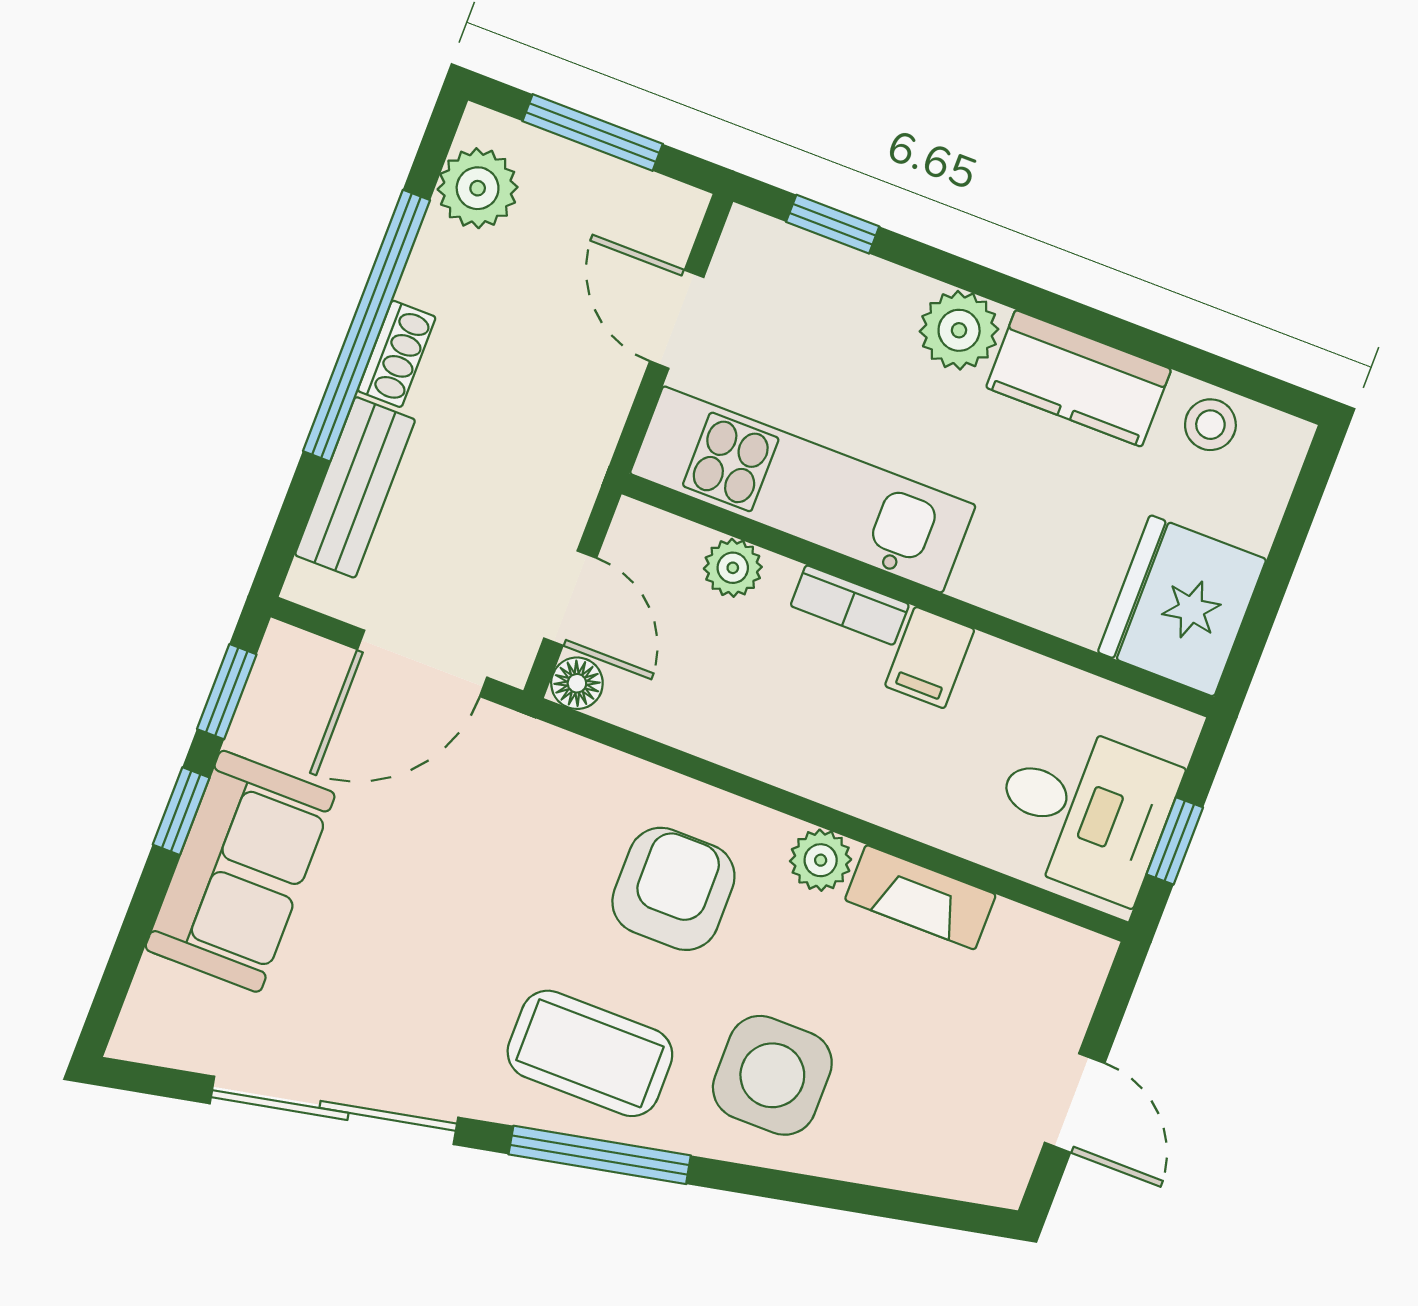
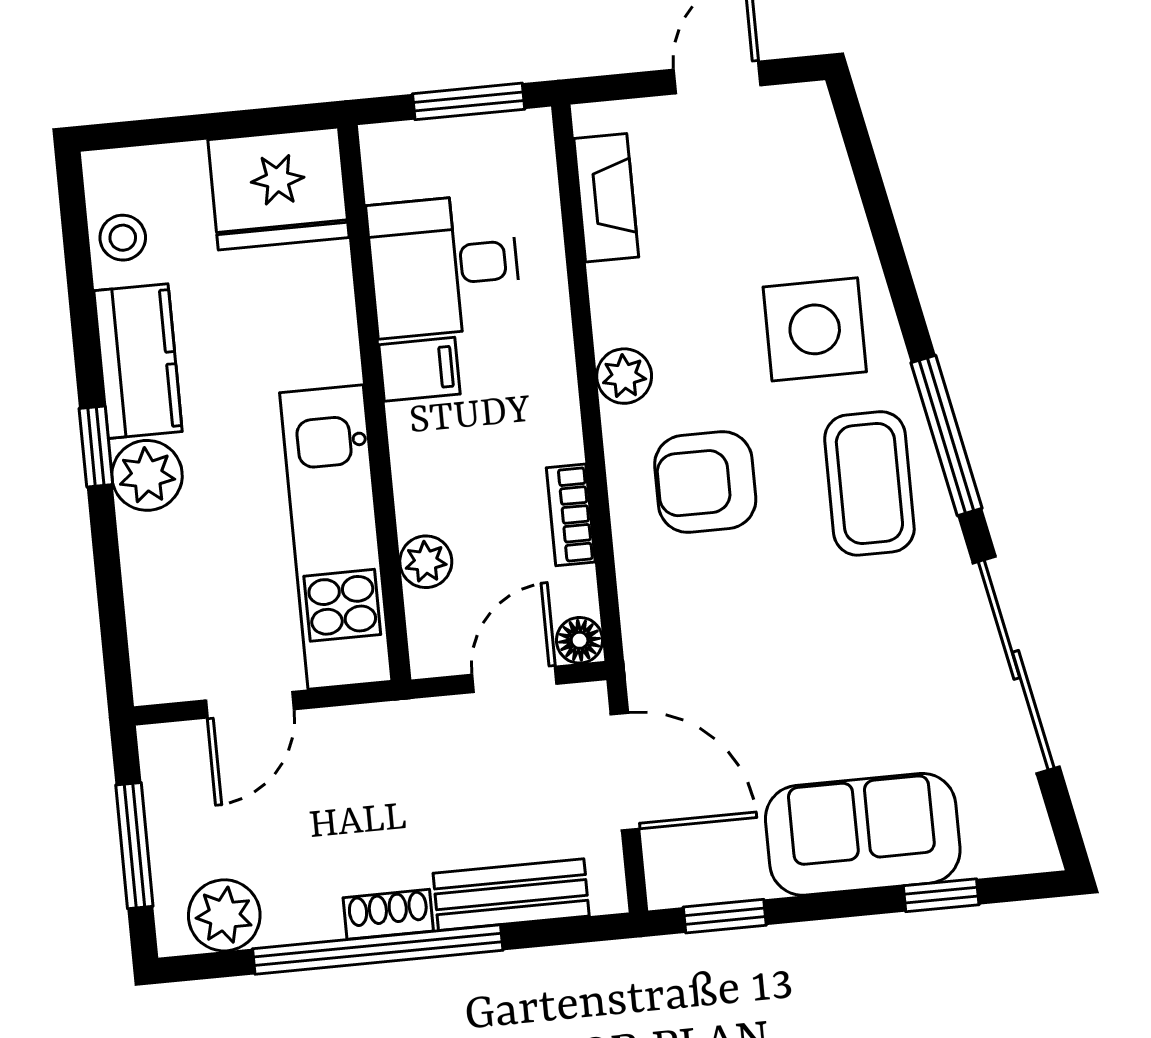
window: (833, 224) -> (96, 446), moved
bookcase: (850, 605) -> (571, 515), moved, turned 180
desk: (1084, 810) -> (444, 266), moved, turned -90
window: (181, 811) -> (941, 895), moved
window: (1175, 841) -> (469, 101), width x1.50
fireplace: (920, 897) -> (606, 198), moved

